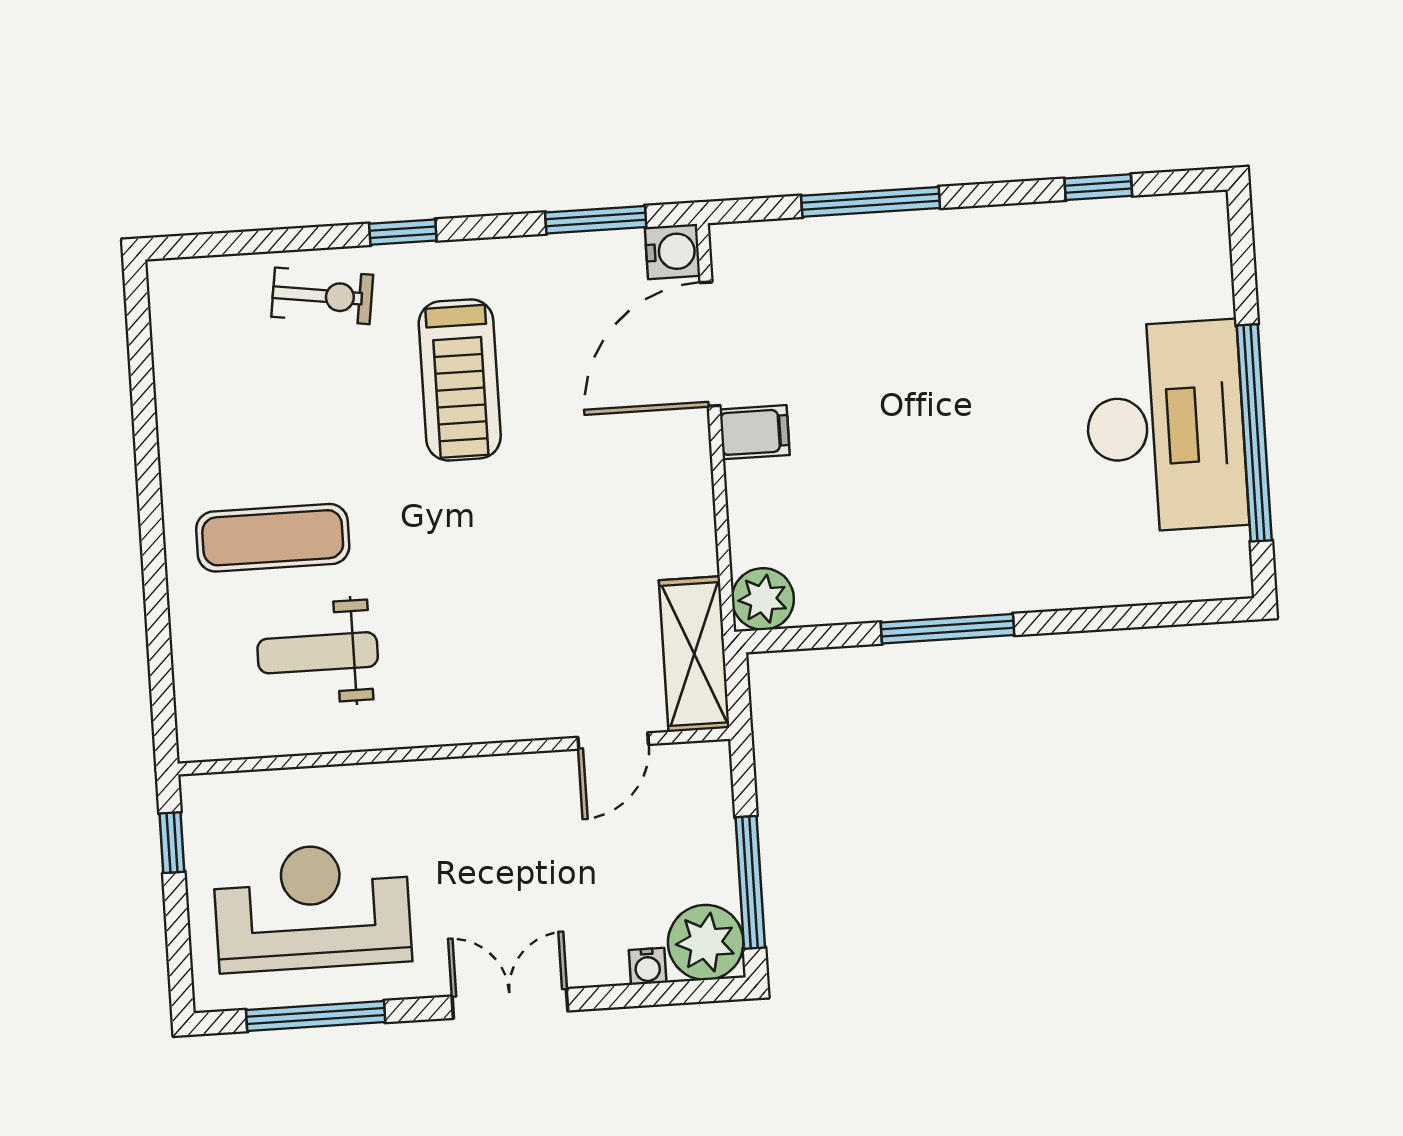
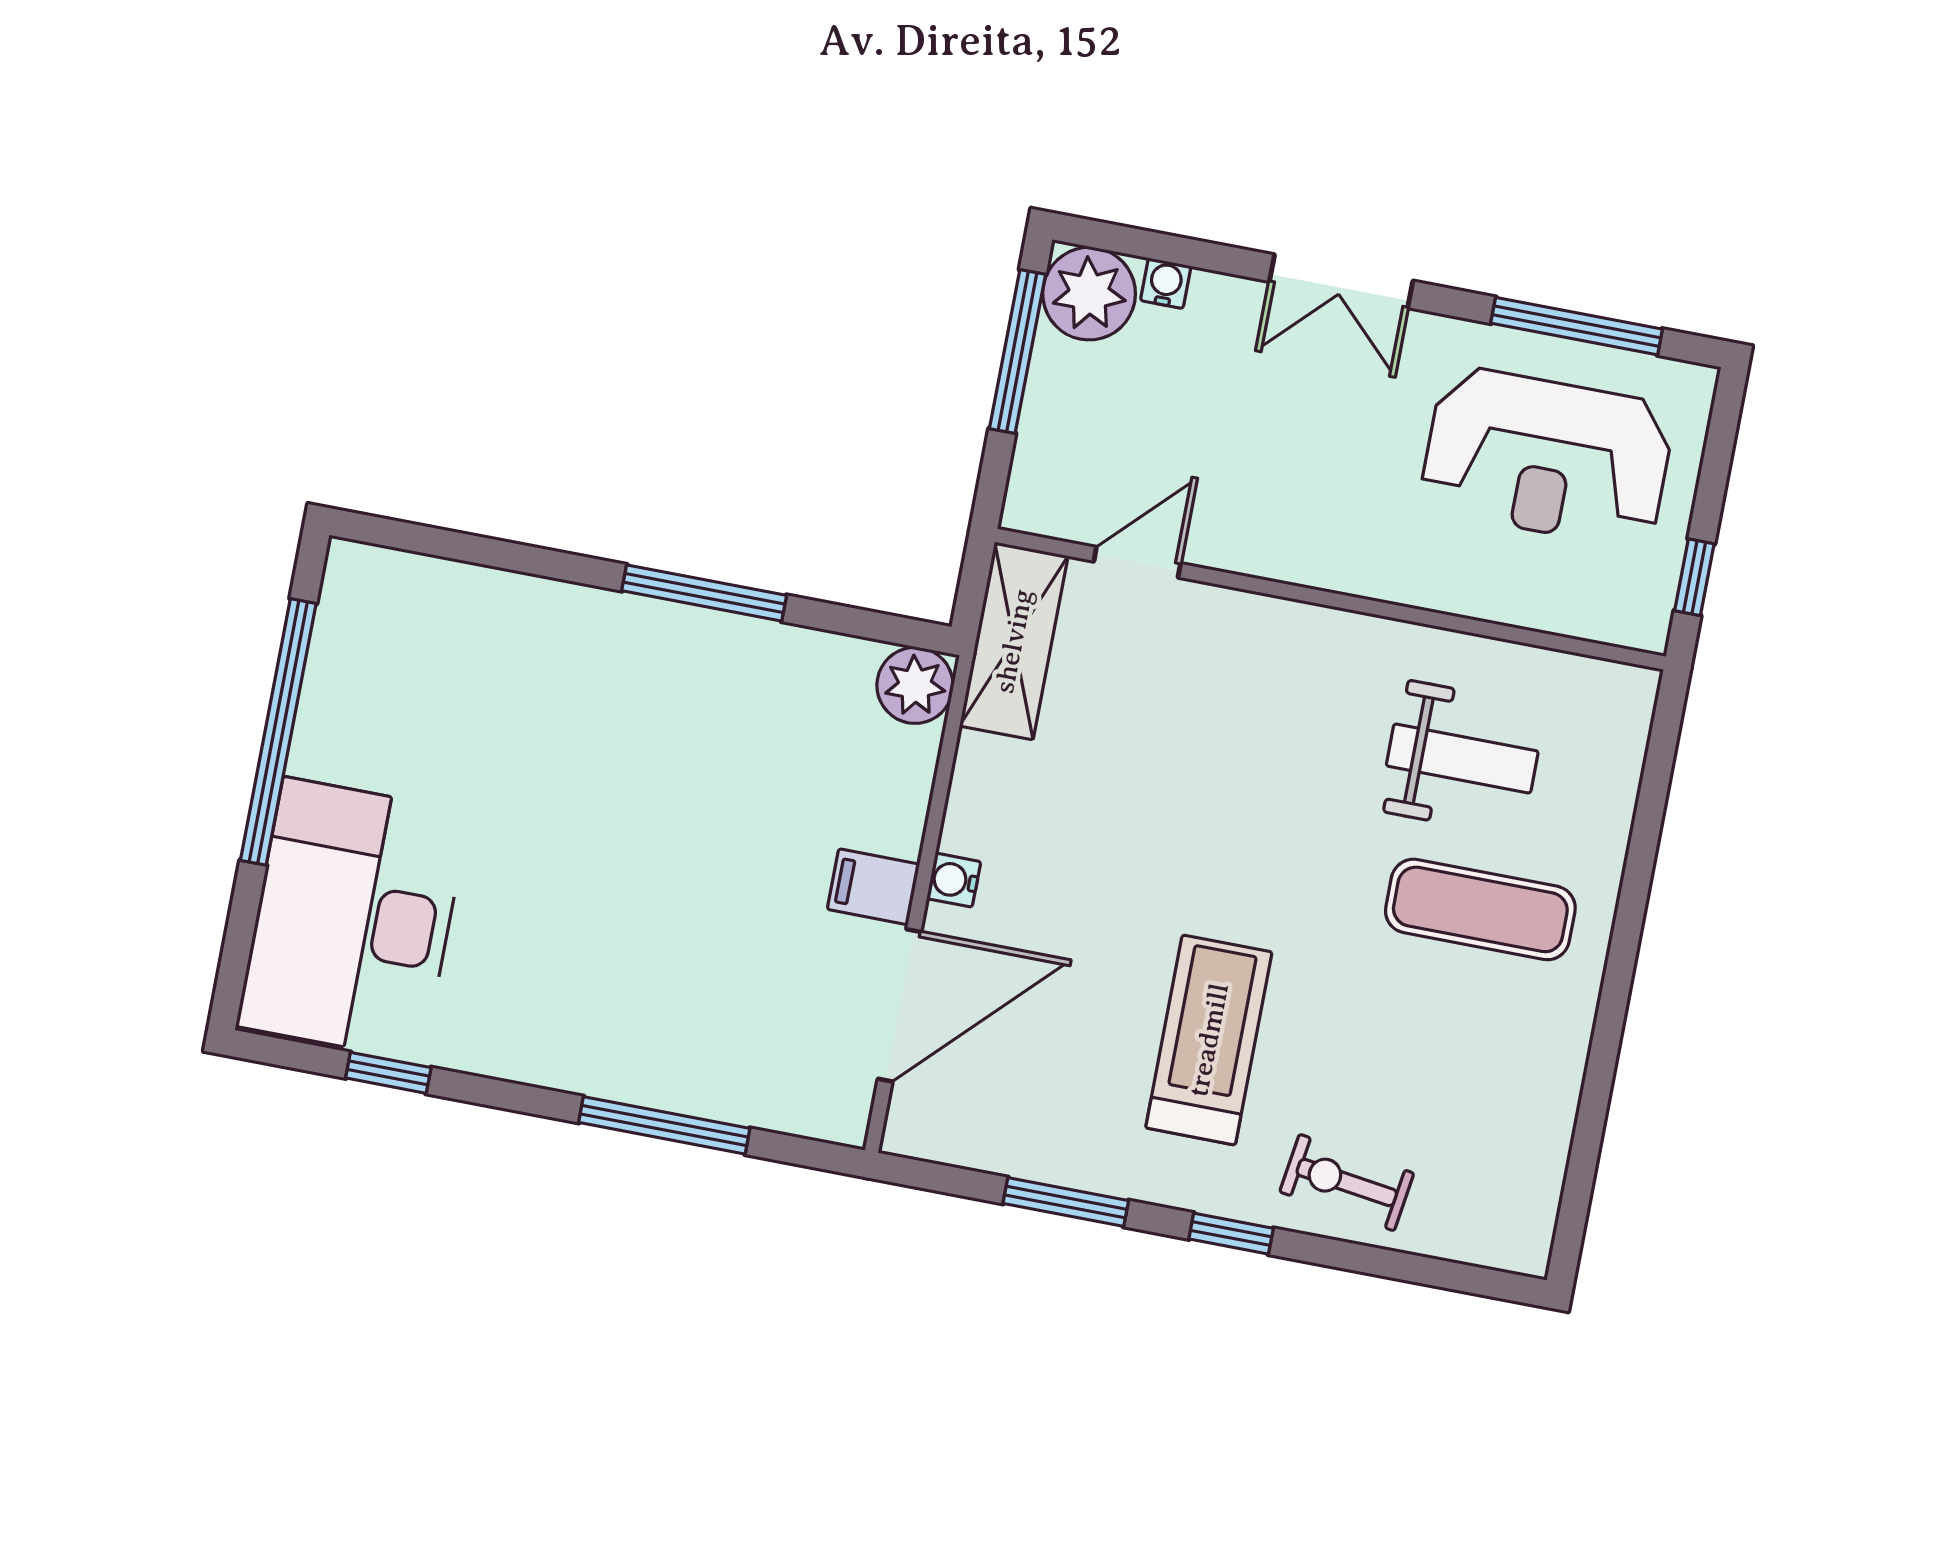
window: (596, 220) -> (1066, 1202), moved
water cooler: (673, 252) -> (954, 880), moved, width x0.72, depth x0.72
desk: (1166, 427) -> (353, 919), moved

